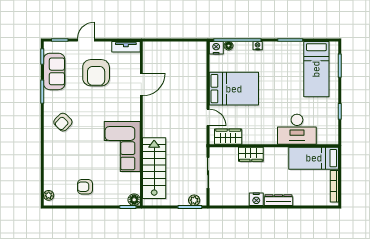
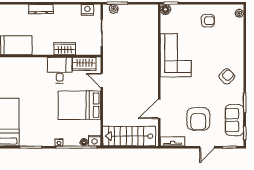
armchair: (96, 73) -> (198, 119), turned 180
desk: (297, 129) -> (60, 70), moved, width x0.73
stairs: (154, 168) -> (129, 136), moved, turned 90
nightstand: (256, 199) -> (87, 10), moved

